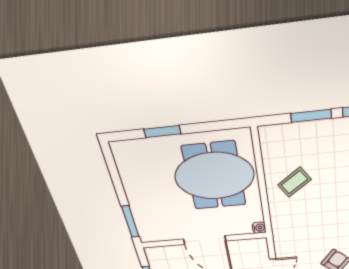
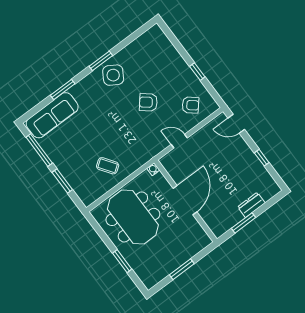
window: (130, 222) -> (182, 269), moved

